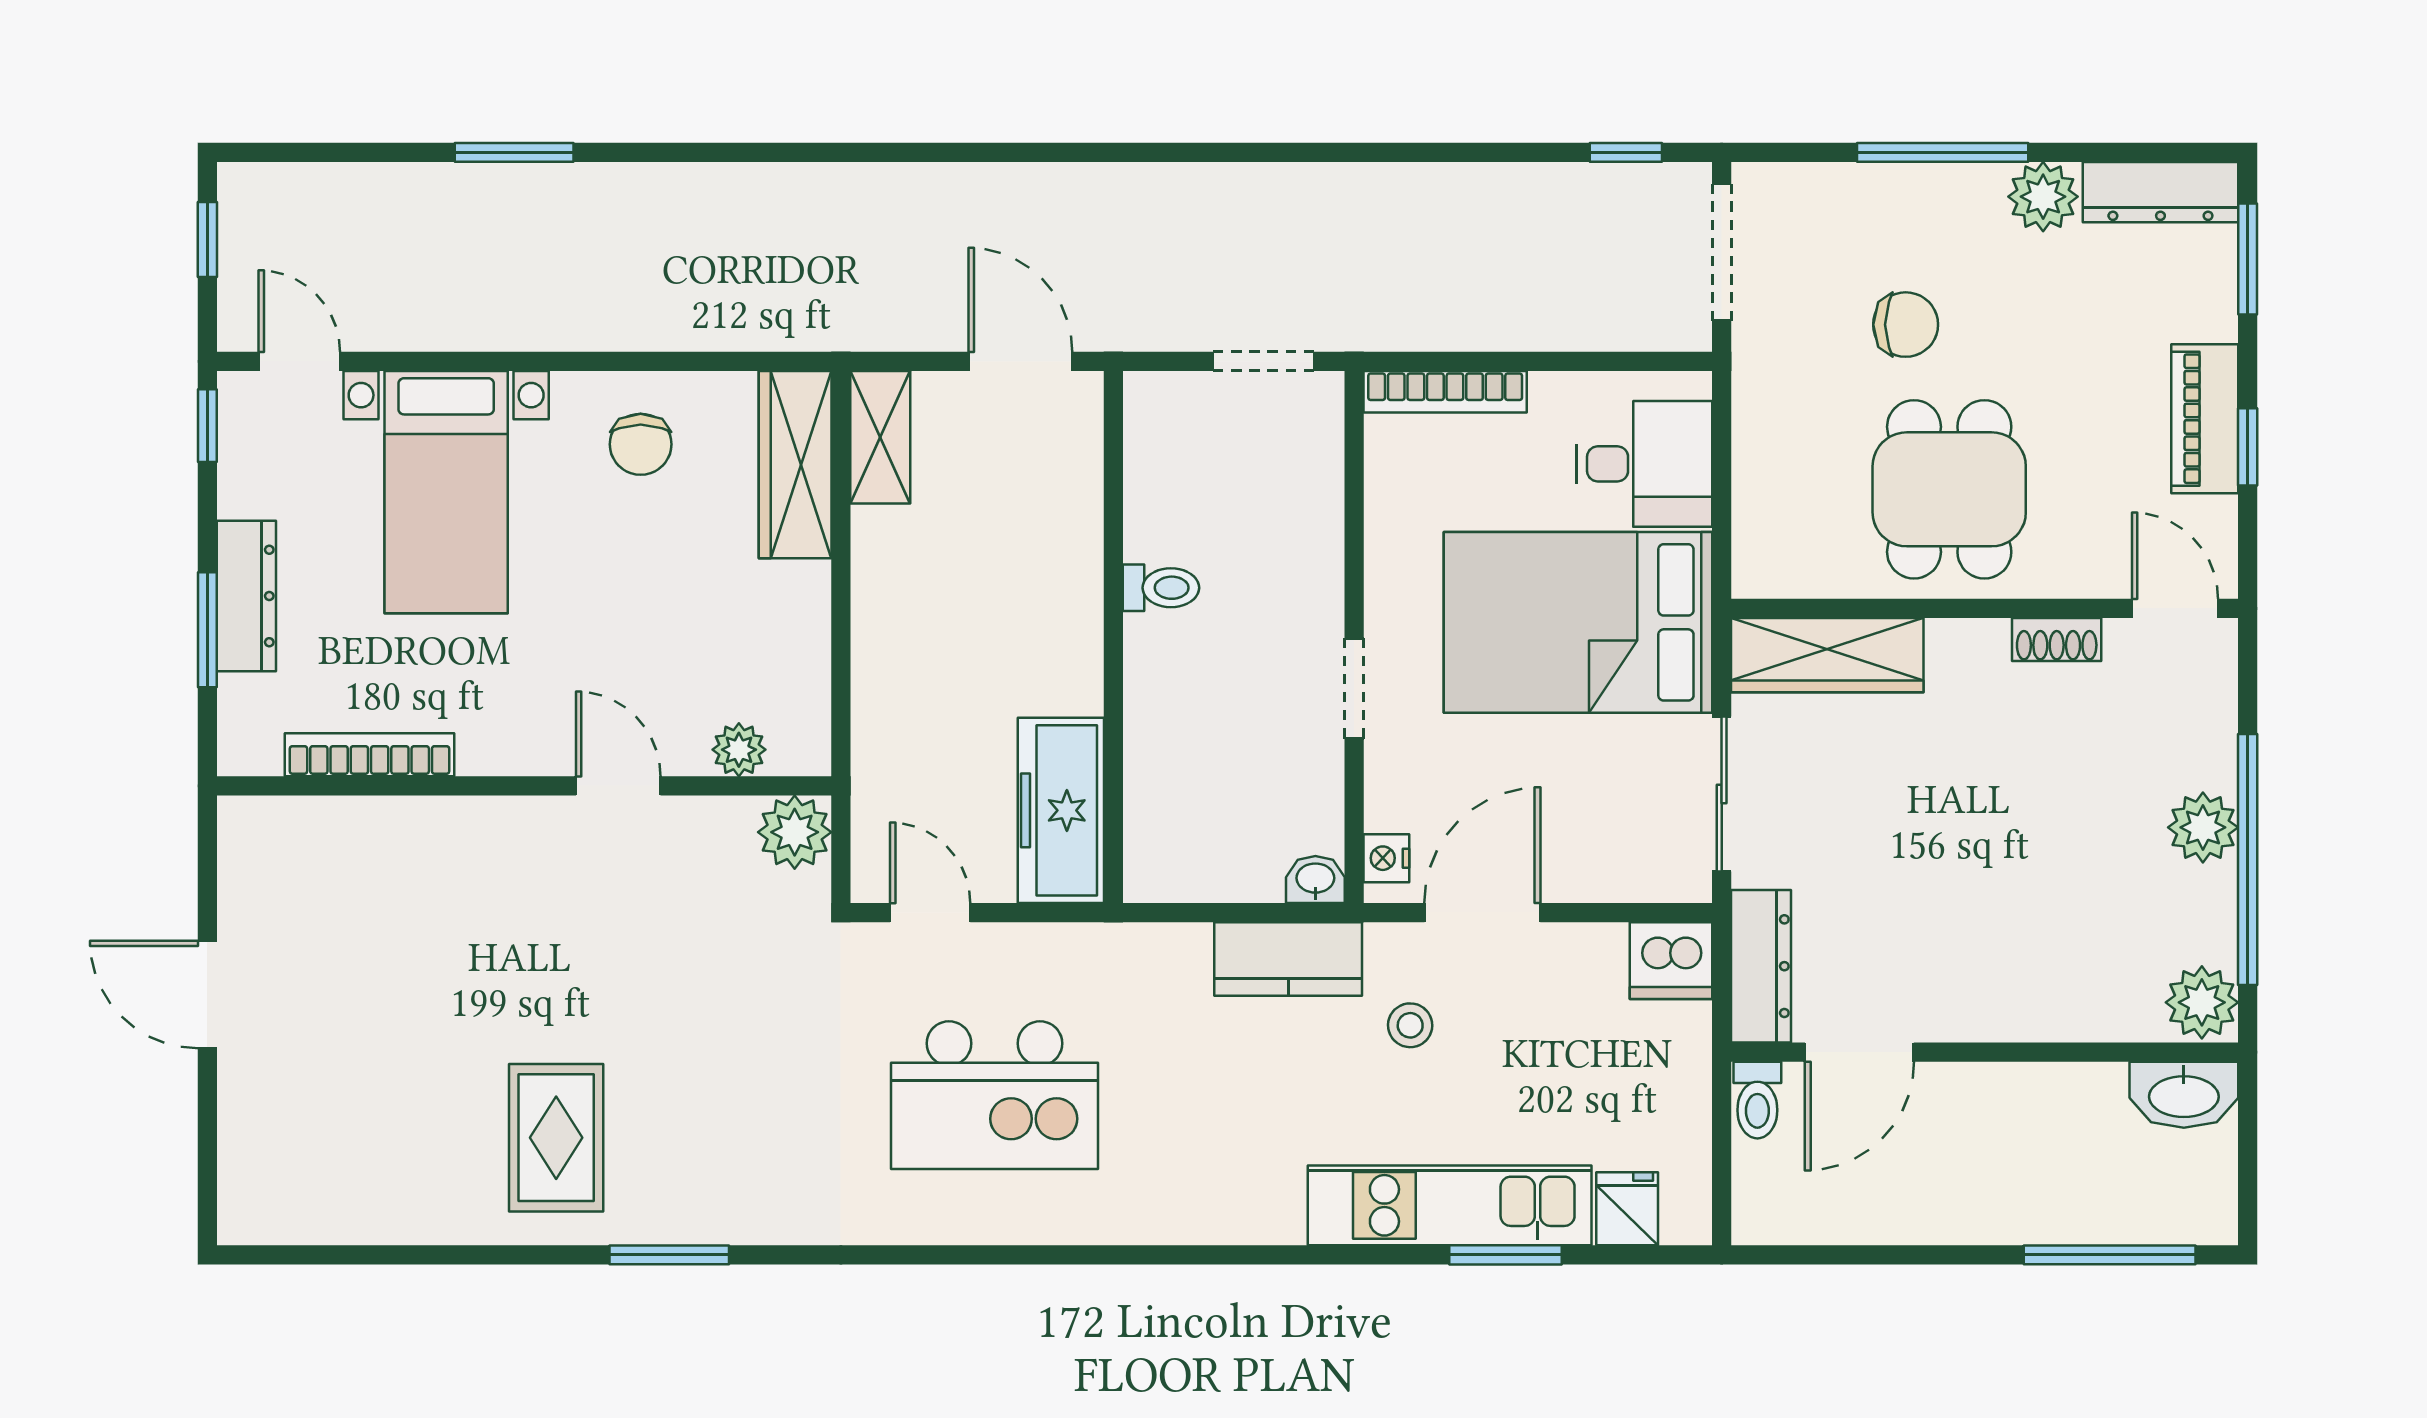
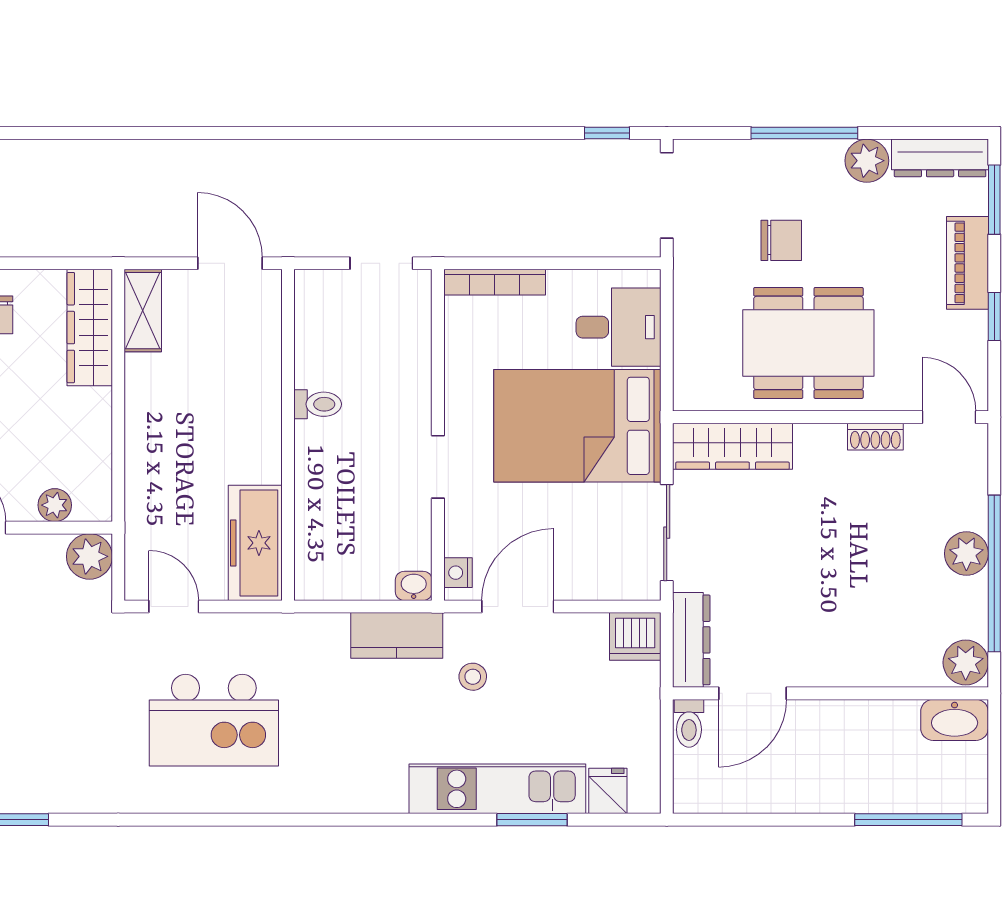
piano: (2205, 419) -> (968, 263), moved
dining table: (1949, 489) -> (808, 343), width x1.38

